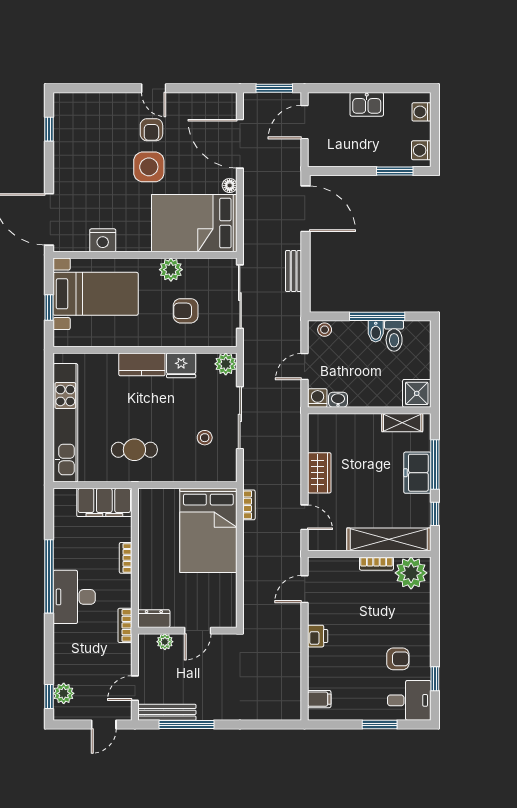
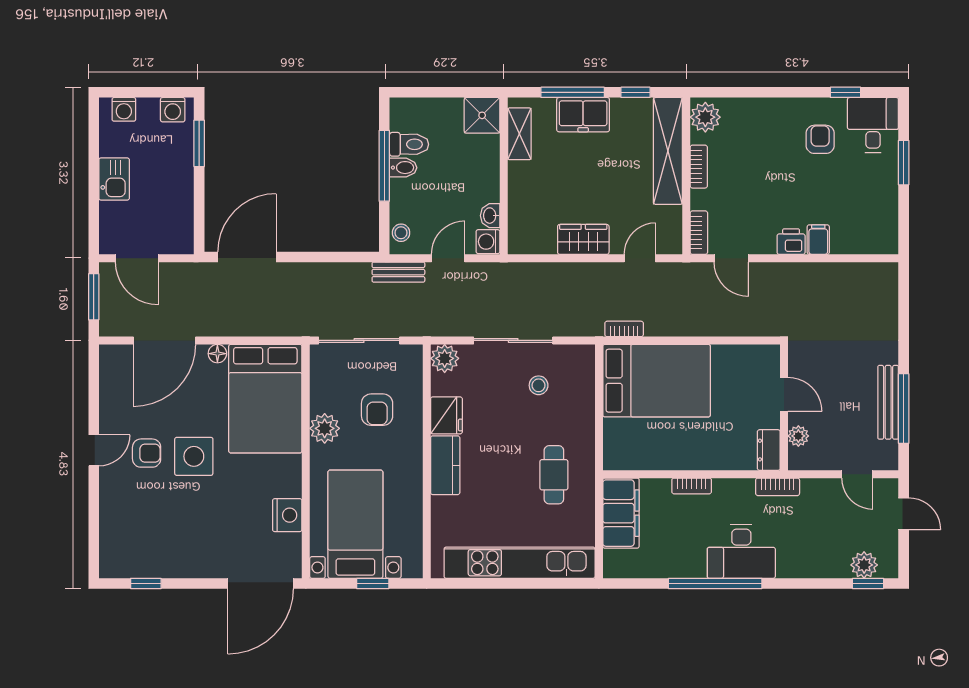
bench: (294, 271) -> (398, 272), moved
door: (305, 367) -> (448, 258), swing flipped
bookcase: (325, 564) -> (699, 233), added
plant: (411, 573) -> (705, 117), width x0.73, depth x0.73
filing cabinet: (319, 699) -> (818, 240), moved
bench: (167, 712) -> (888, 402), moved

